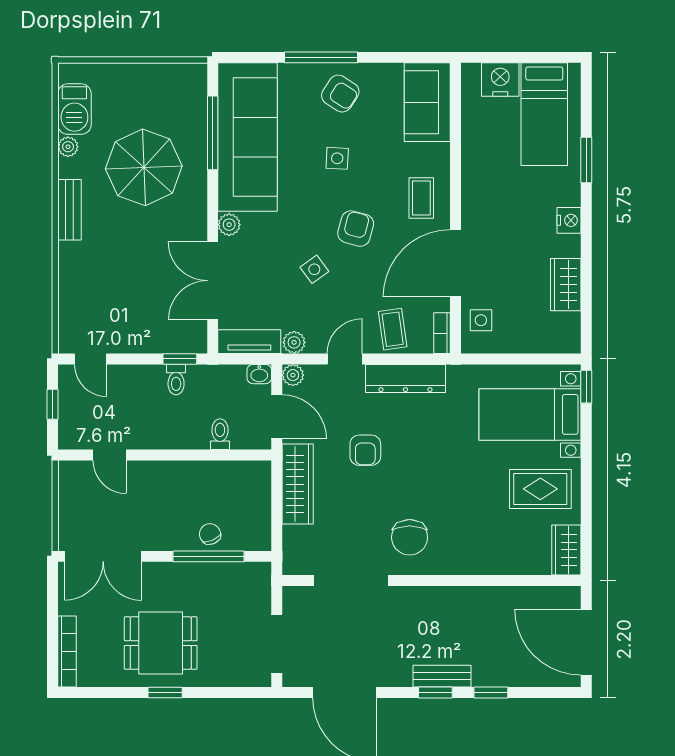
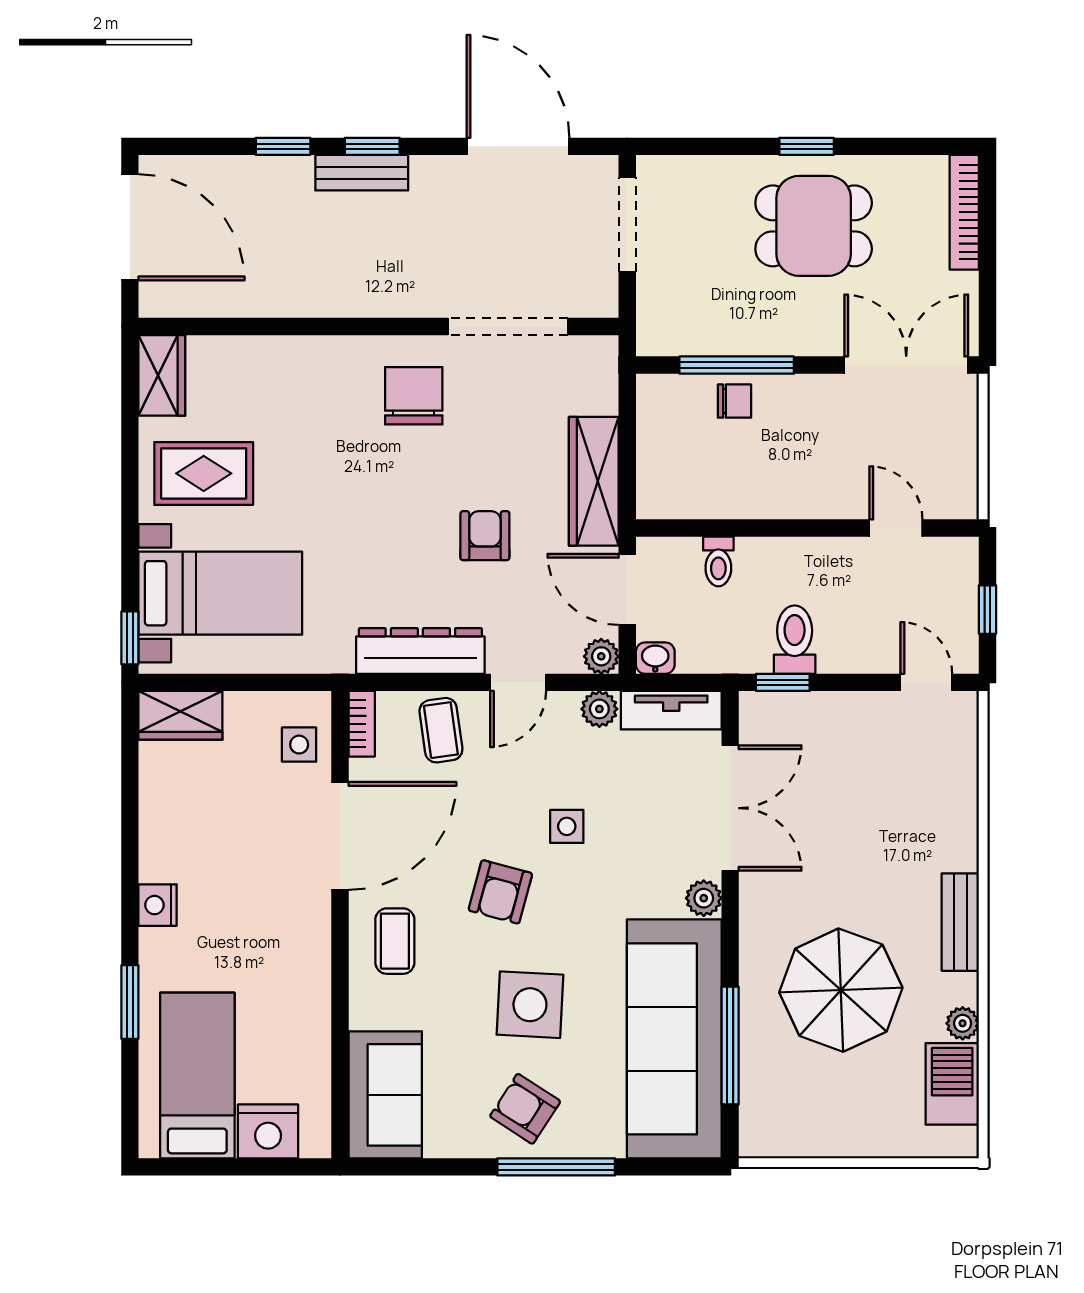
side table: (337, 158) -> (530, 1005), width x1.87, depth x1.87
side table: (314, 269) -> (567, 826), turned 36
wardrobe: (566, 285) -> (180, 715), moved, turned 90
toilet: (176, 380) -> (795, 640), width x1.37, depth x1.39
chair: (210, 534) -> (734, 401), turned -67

